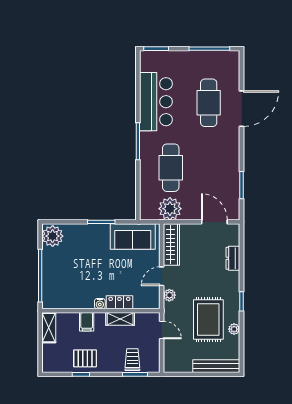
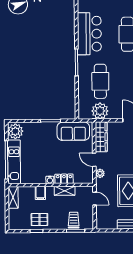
door: (162, 276) -> (94, 160), hinge flipped
kitchen unit: (50, 278) -> (14, 162), added

